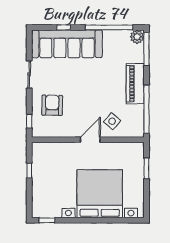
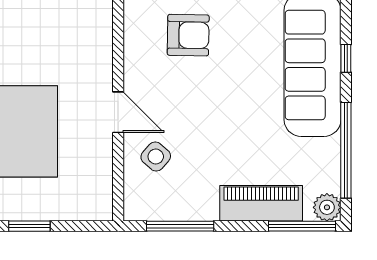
piano: (135, 84) -> (261, 203), moved
window: (146, 109) -> (180, 226), width x0.68
window: (146, 168) -> (29, 226), moved

